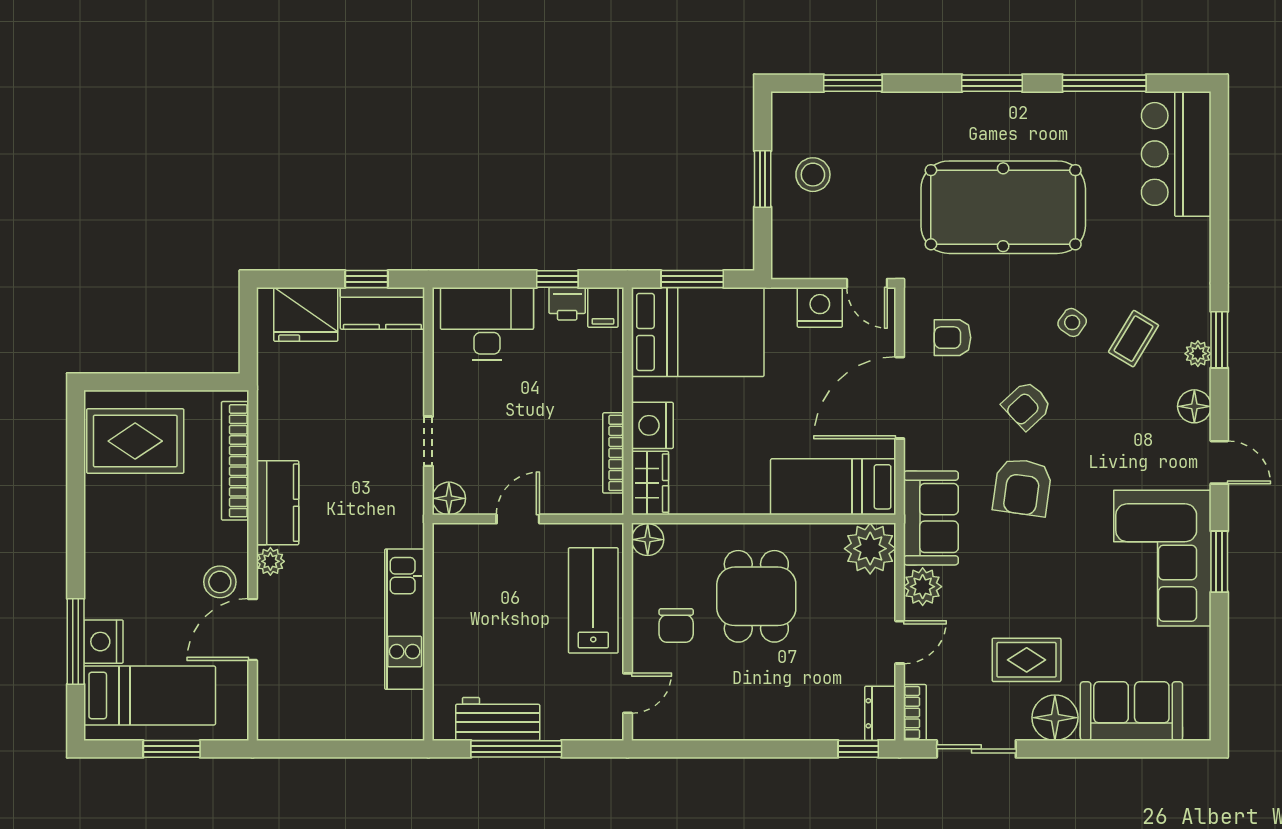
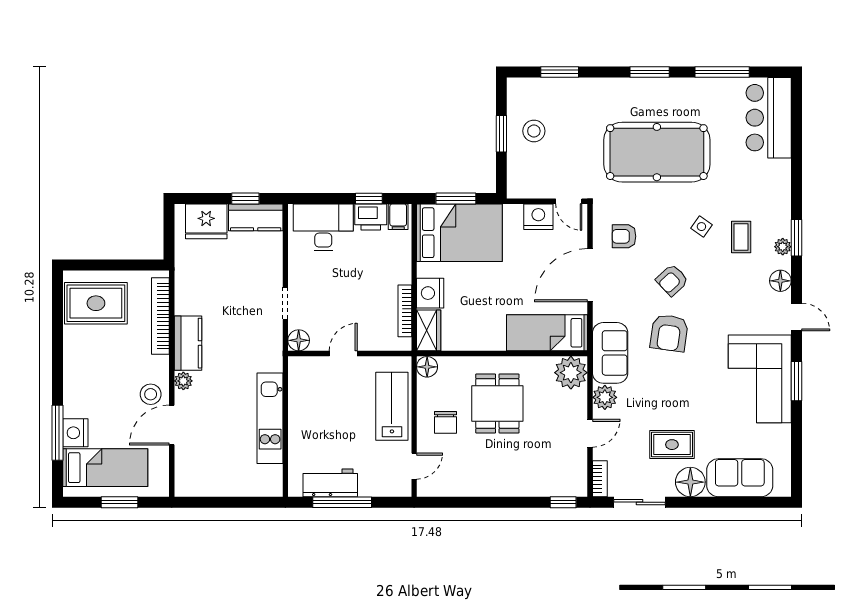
printer: (567, 304) -> (371, 217), width x1.36, depth x1.24
coffee table: (1134, 339) -> (741, 237), turned -31
dresser: (880, 713) -> (577, 479), removed

